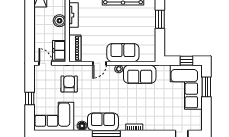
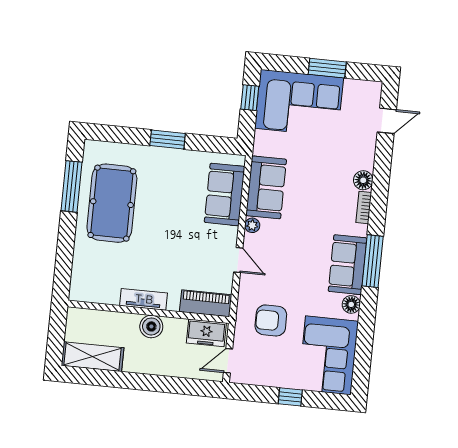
sofa: (123, 53) -> (225, 194), moved
window: (206, 87) -> (327, 68), moved
floor lamp: (149, 125) -> (363, 180), added

